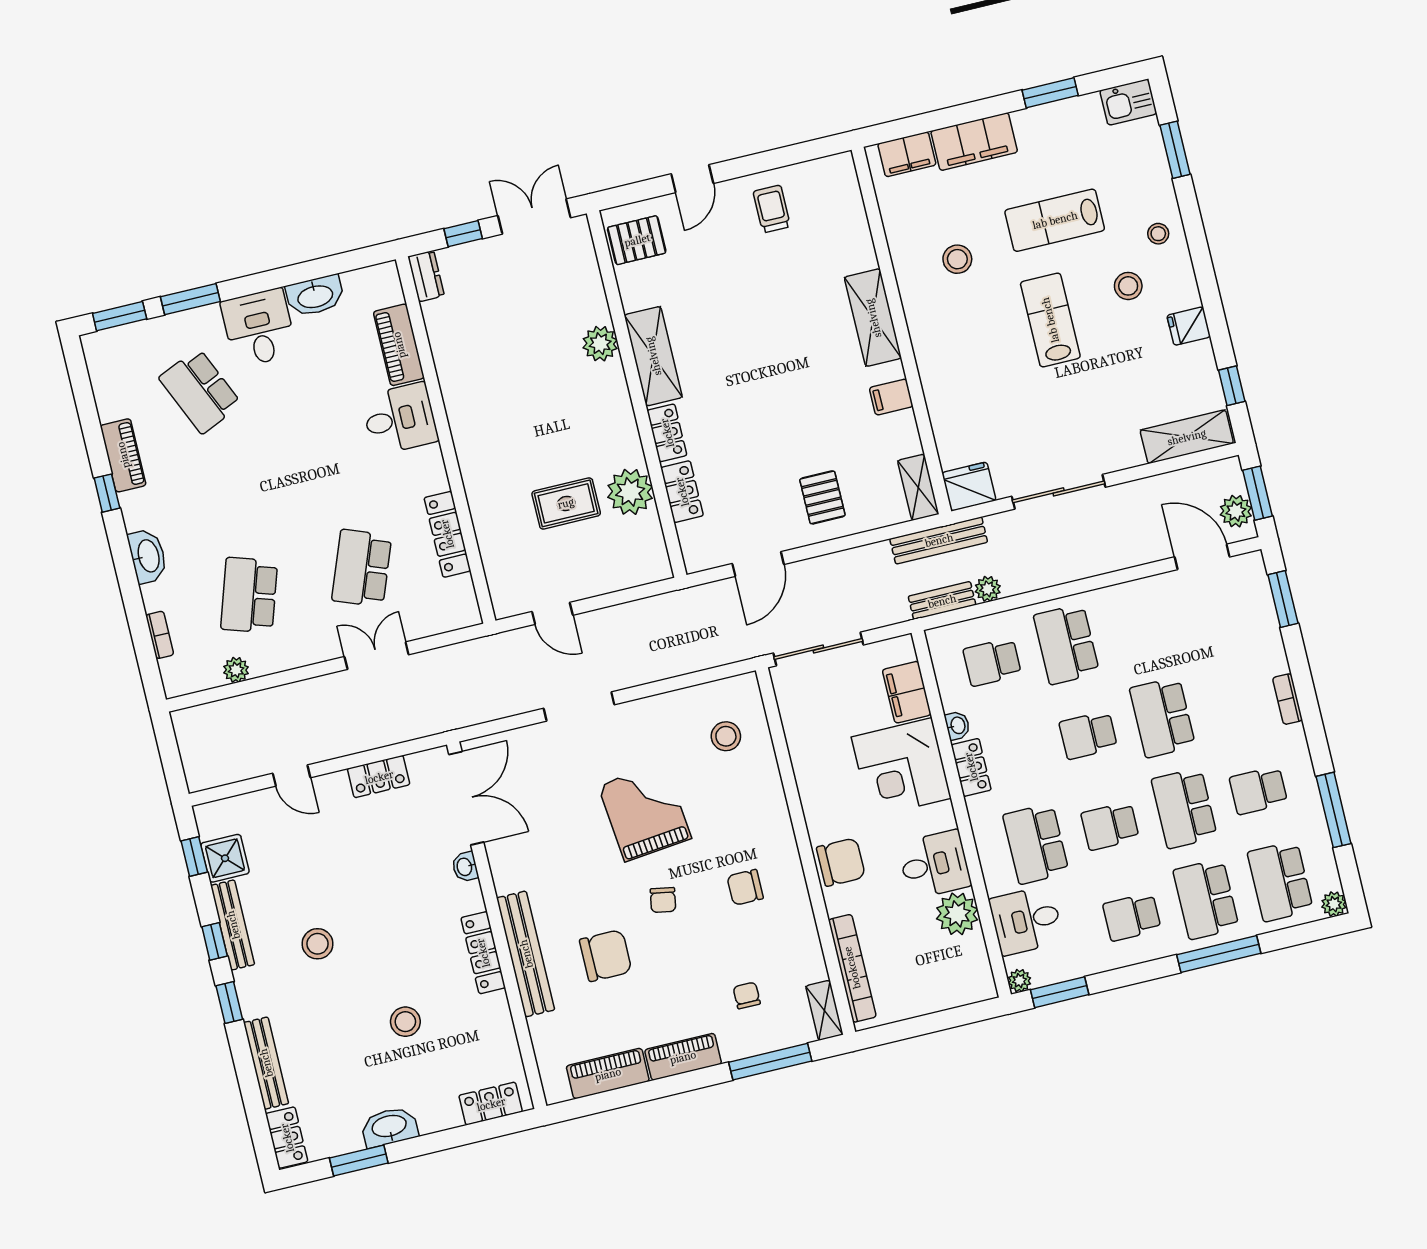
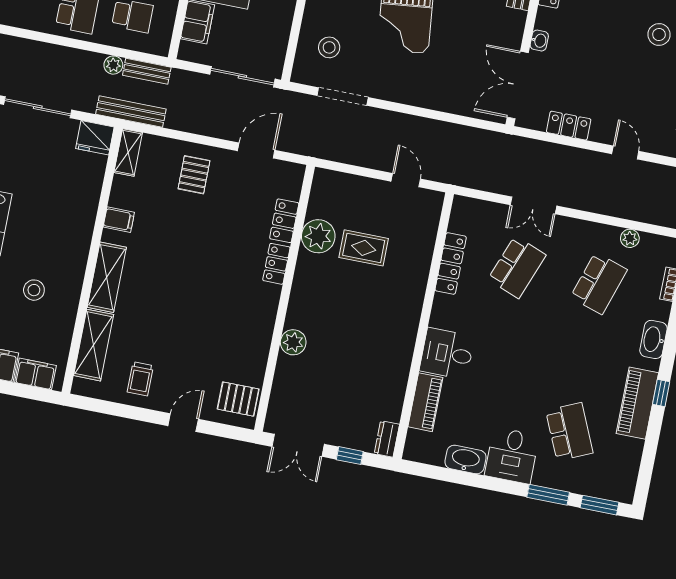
shelving: (653, 356) -> (94, 345), moved
piano: (123, 455) -> (637, 403), width x1.37, depth x1.33
doorway: (579, 706) -> (343, 97), moved

